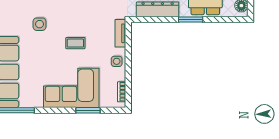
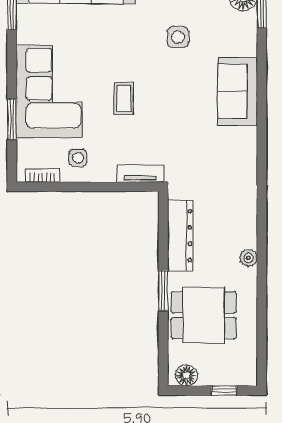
side table: (40, 24) -> (178, 37), moved
side table: (117, 61) -> (78, 158), moved

